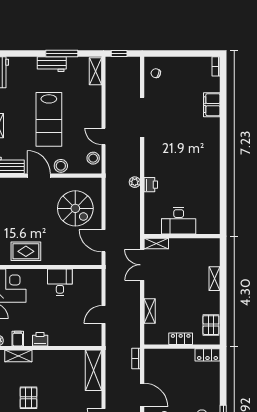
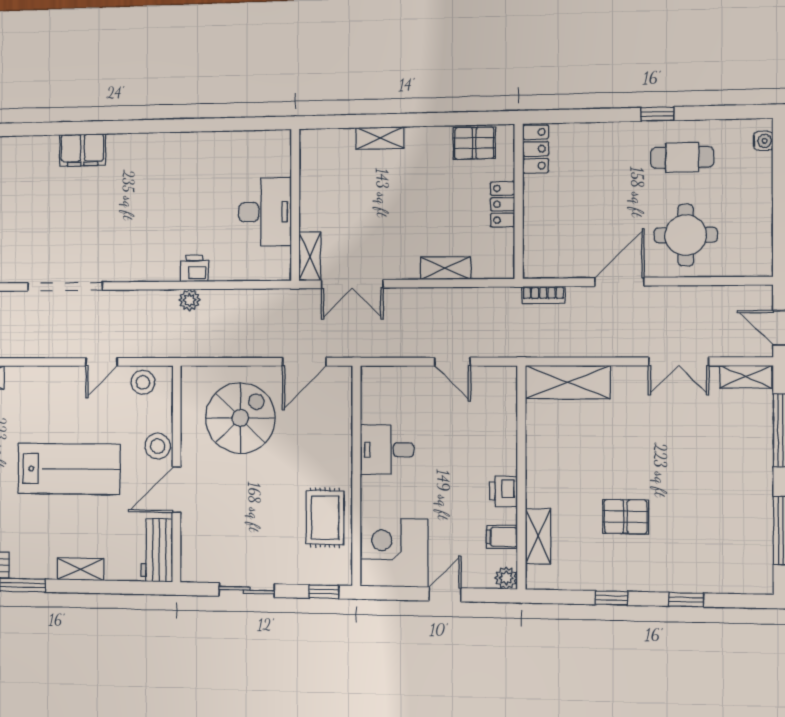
filing cabinet: (212, 105) -> (82, 150), moved

